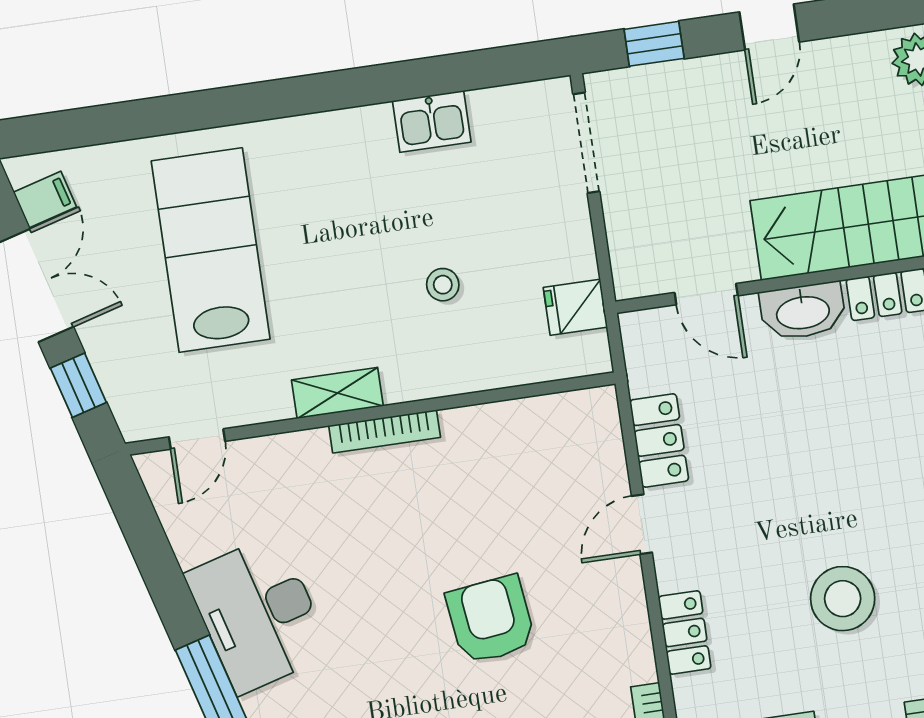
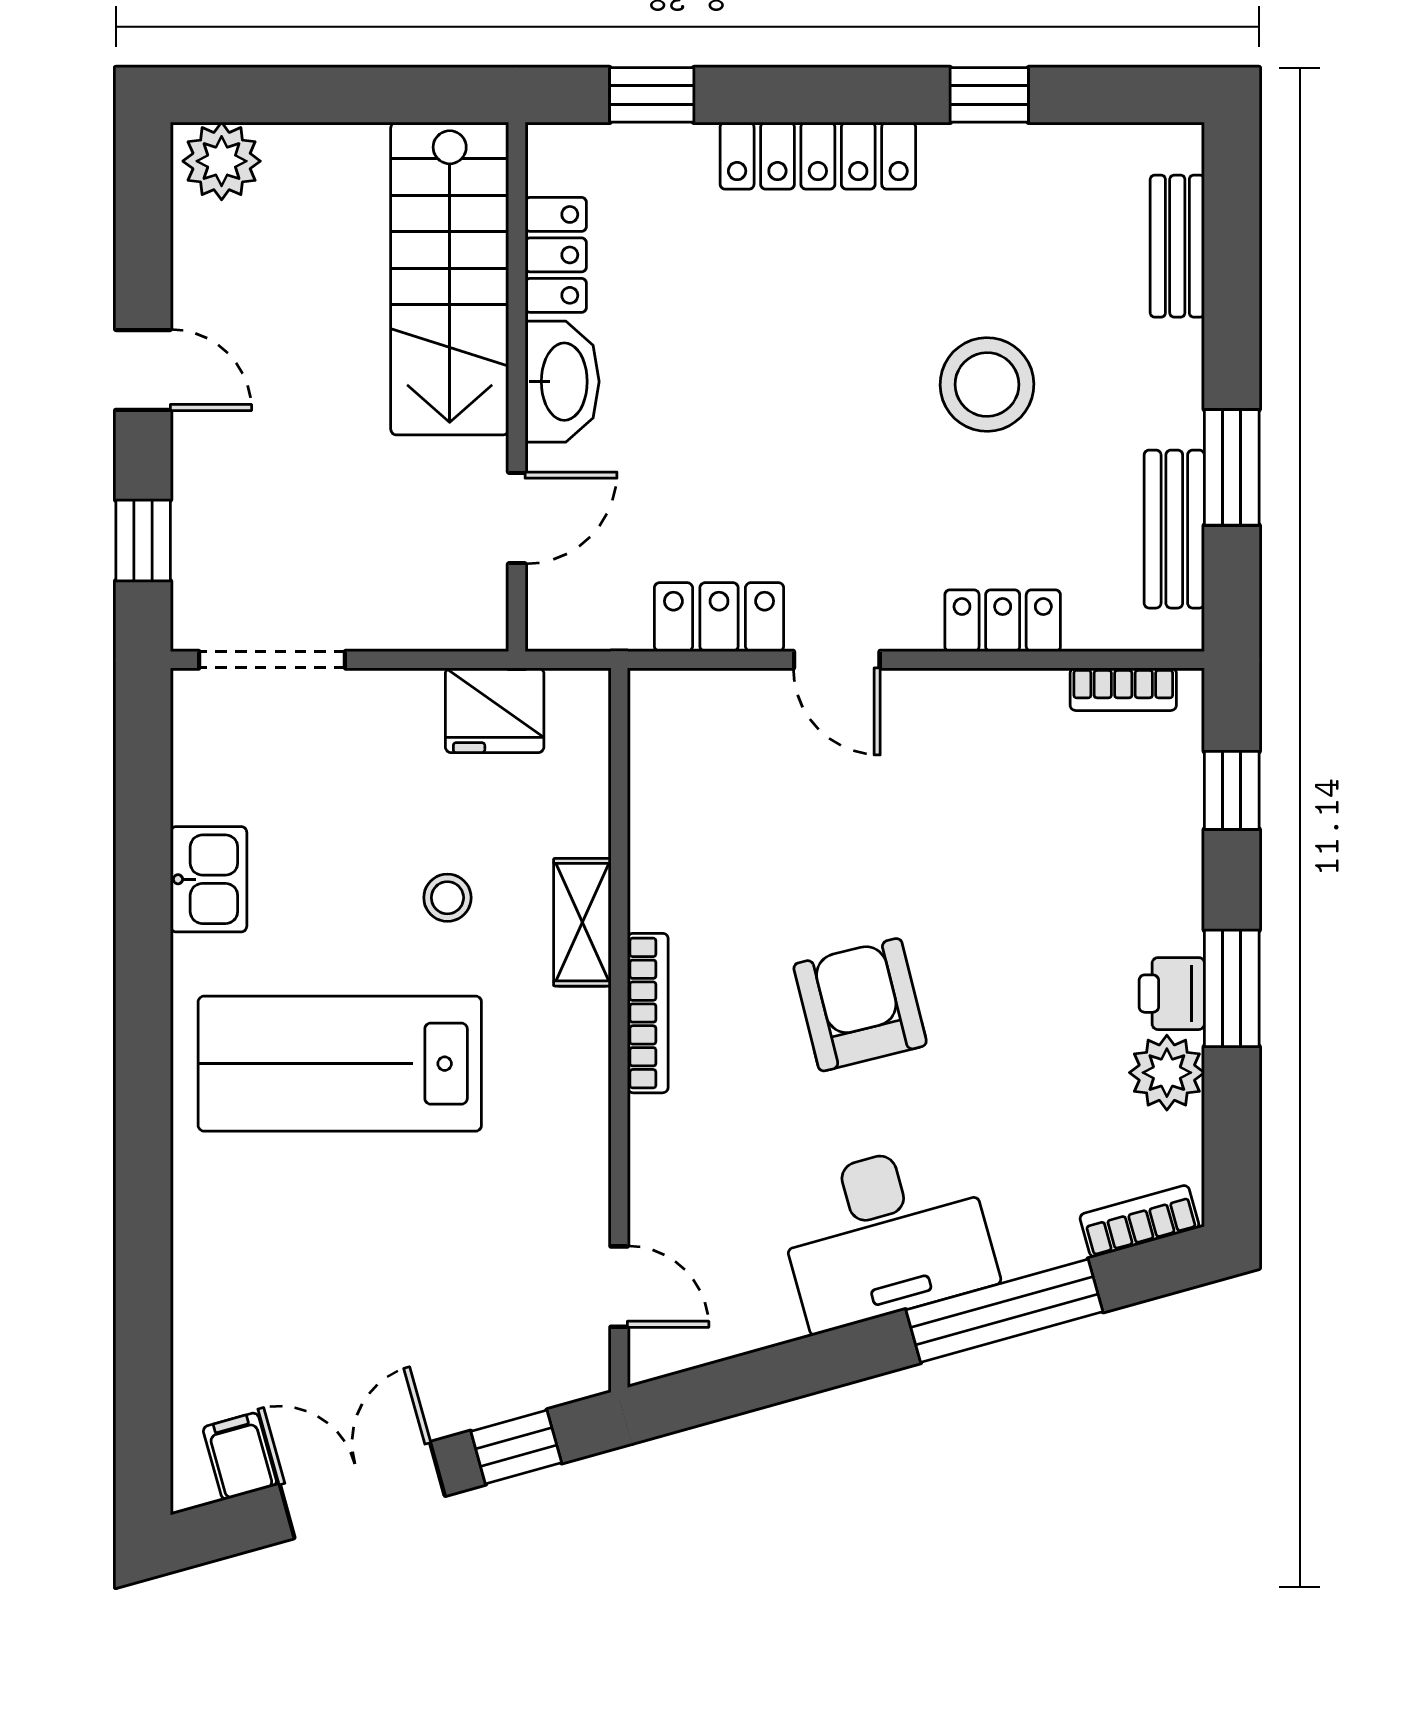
lab bench: (211, 250) -> (340, 1064), moved
fridge: (575, 307) -> (495, 710), width x1.38
shelving: (337, 393) -> (582, 922), moved
armchair: (491, 620) -> (860, 1005), moved, turned 83

